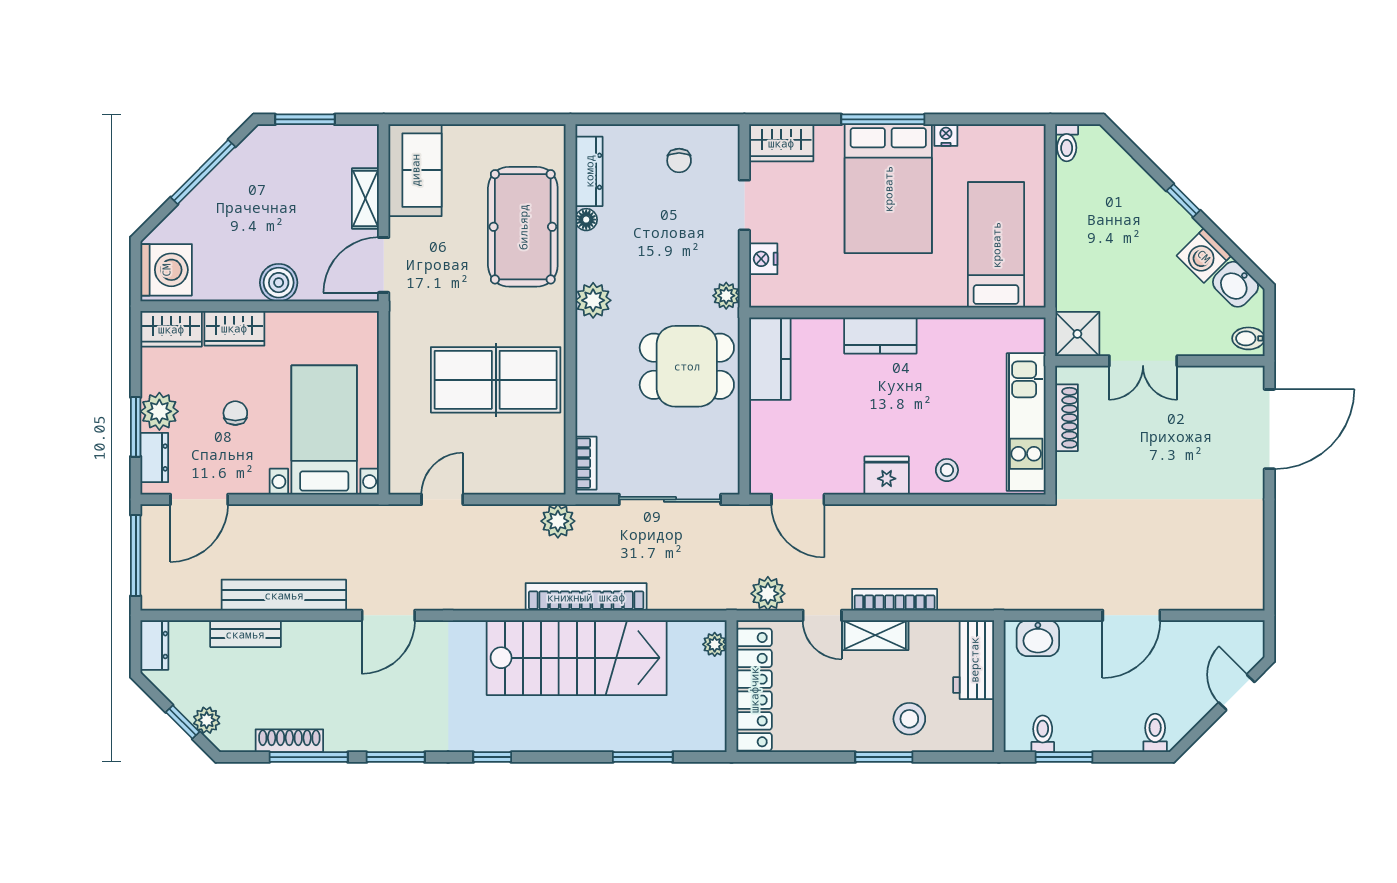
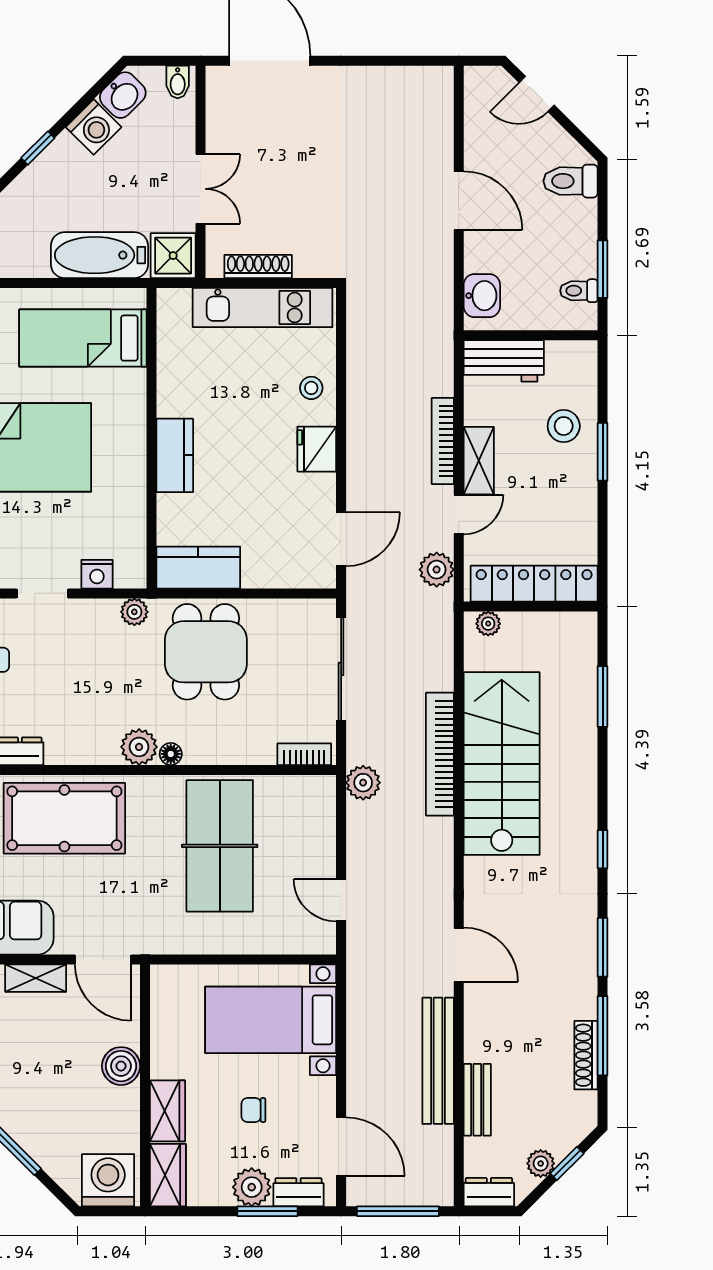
floor lamp: (586, 220) -> (171, 754), moved
bathtub: (1078, 261) -> (99, 255), added
plant: (207, 720) -> (541, 1163), moved
toilet: (1155, 733) -> (570, 181), width x1.37, depth x1.39

